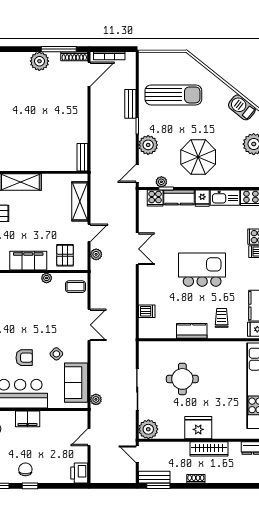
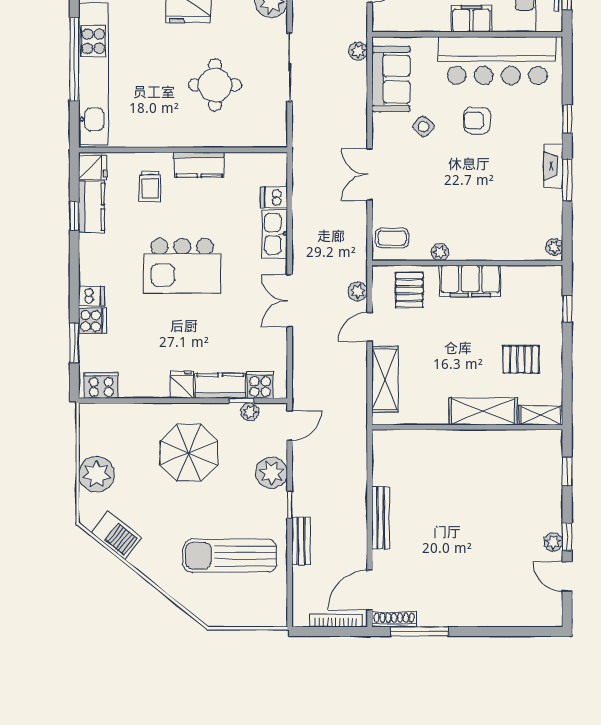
plant: (39, 61) -> (452, 612), removed
bench: (82, 157) -> (380, 518), moved, width x1.36
kitchen sink: (225, 198) -> (275, 234), moved, turned -90

